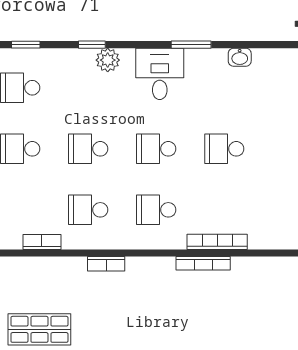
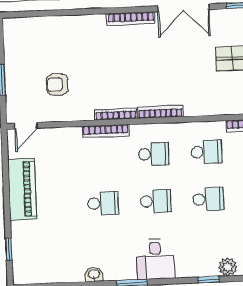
plant: (108, 60) -> (228, 267), moved
bookcase: (106, 264) -> (160, 112), moved, width x1.56
armchair: (277, 305) -> (57, 84), added

